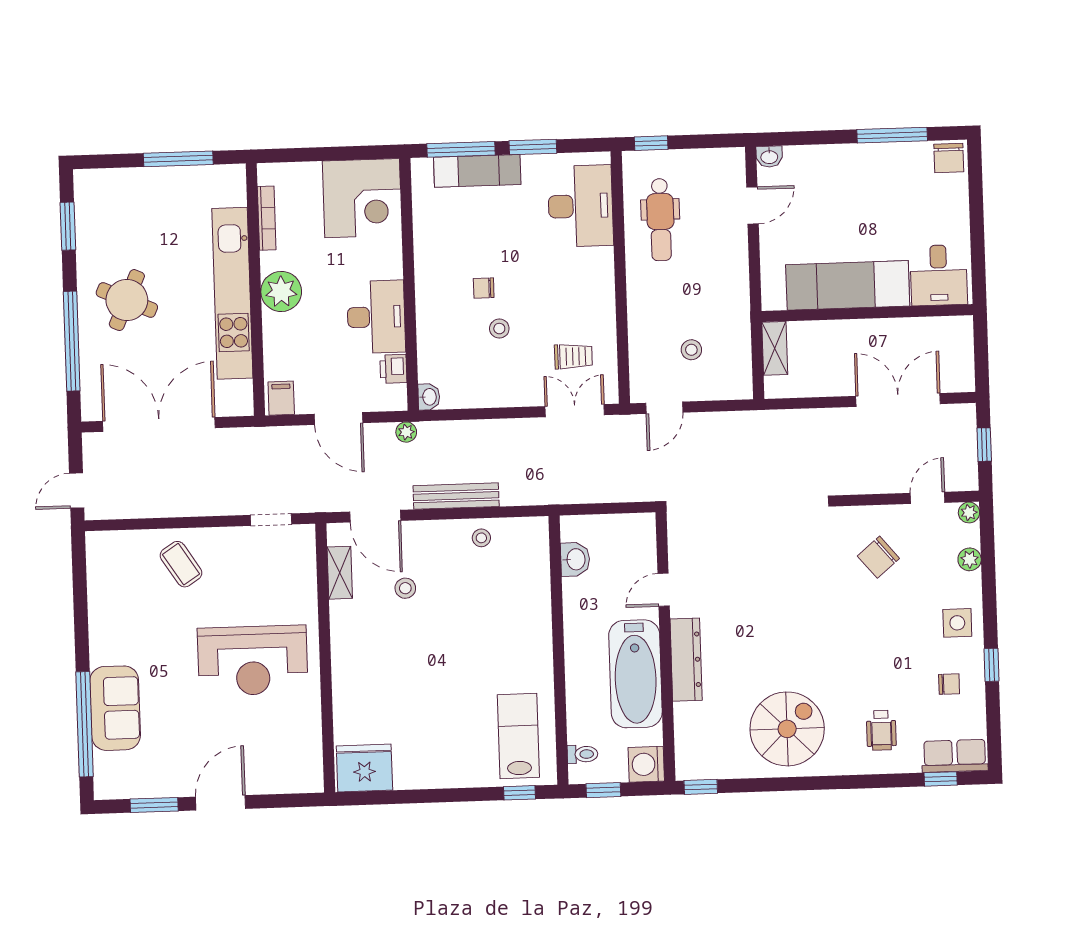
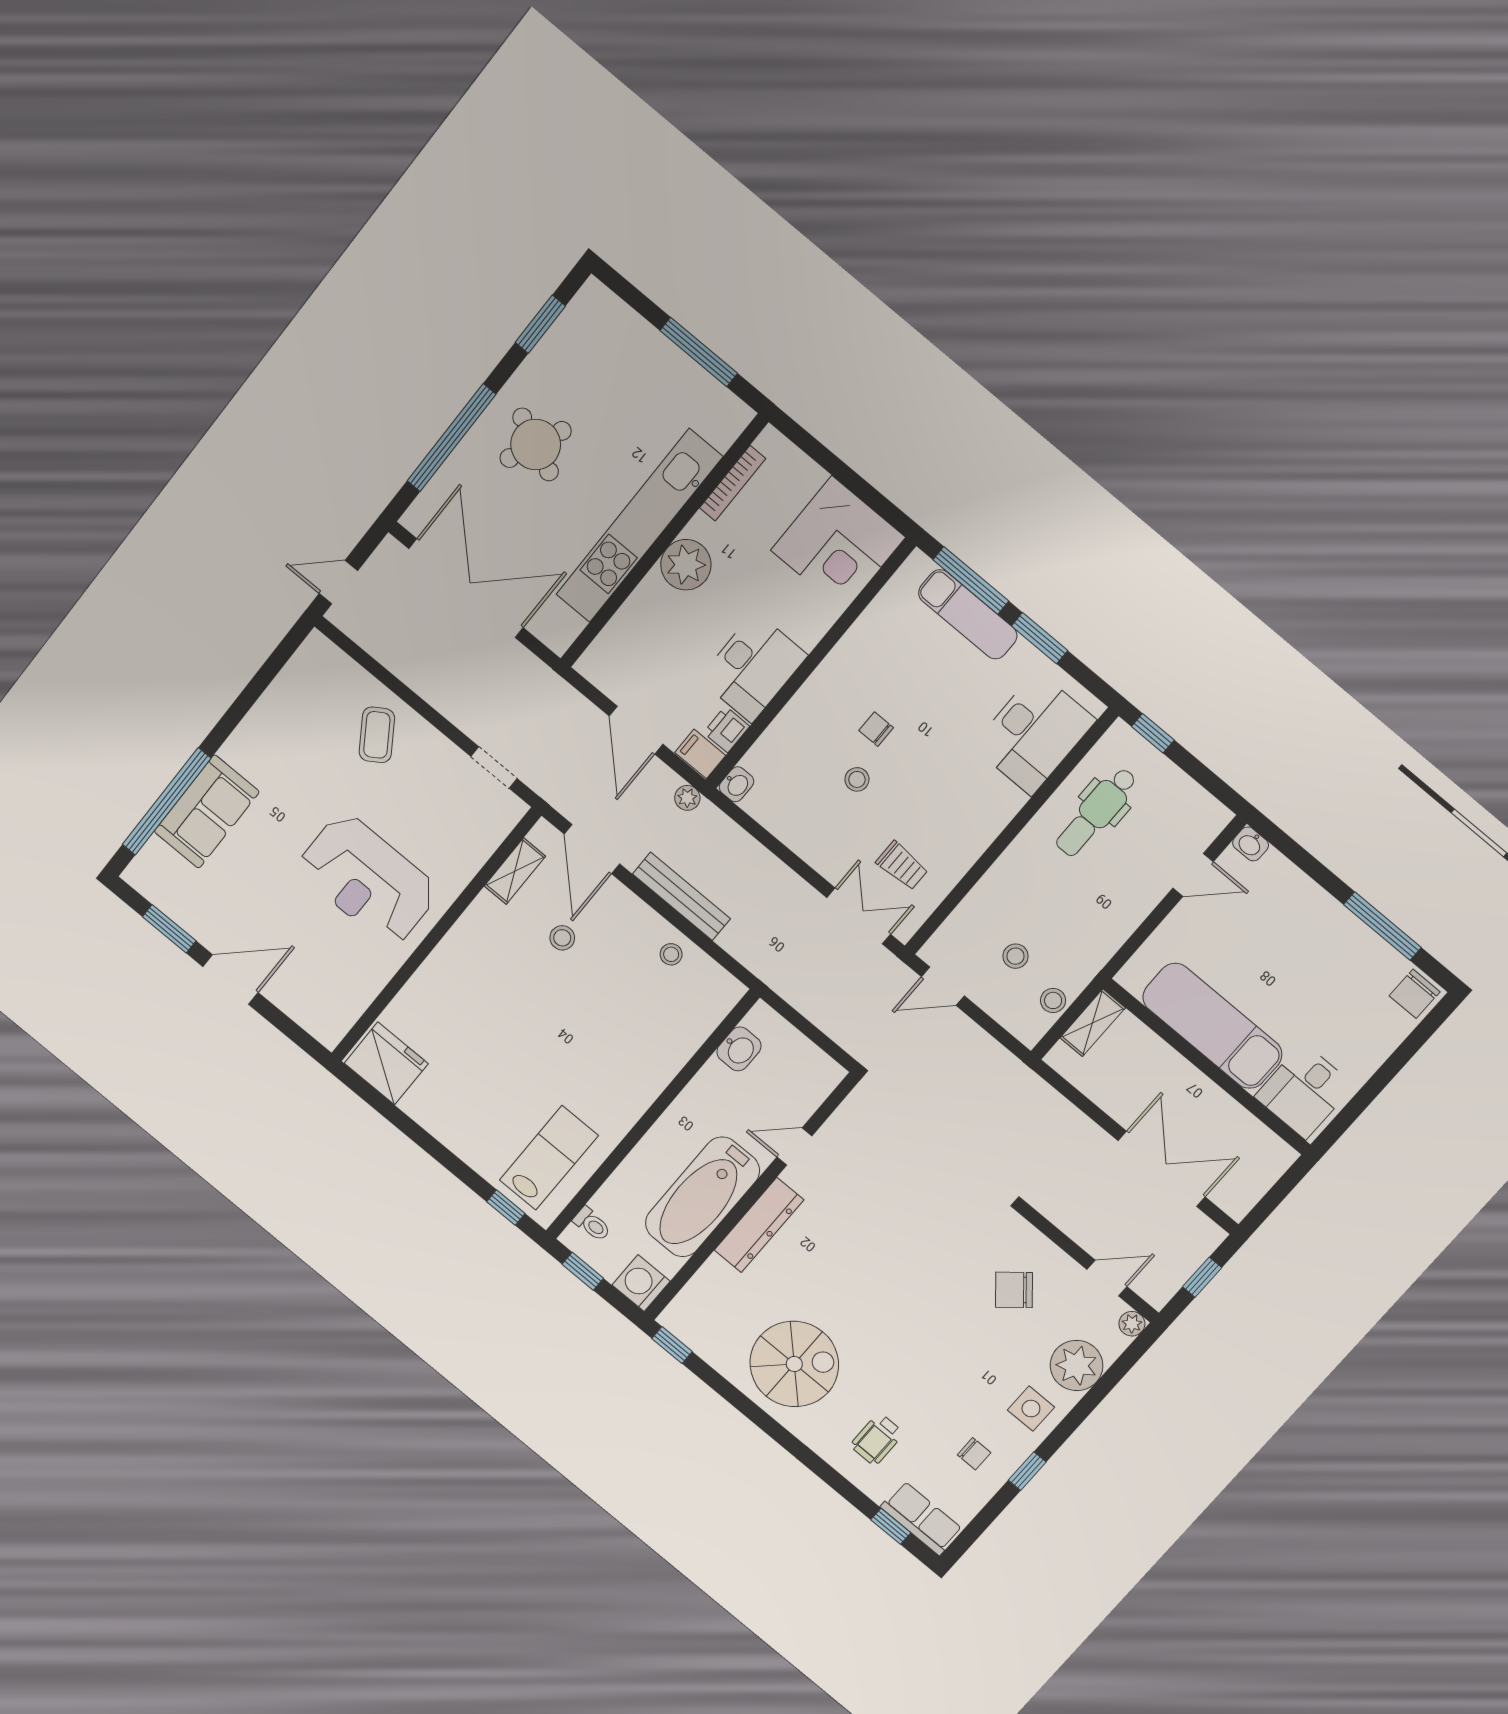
stool: (739, 356) -> (1053, 1000), added
filing cabinet: (281, 398) -> (700, 754), moved, turned -90
plant: (970, 559) -> (1077, 1365), width x1.88, depth x1.88

